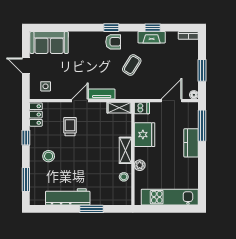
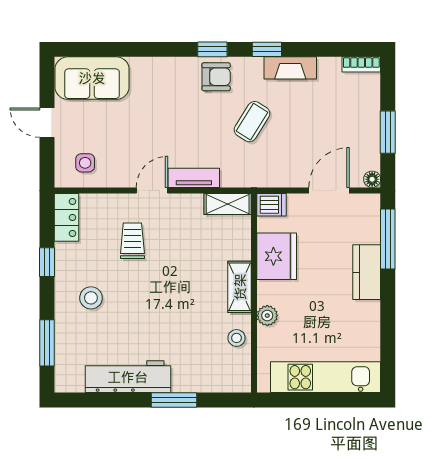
window: (153, 28) -> (267, 49), moved

